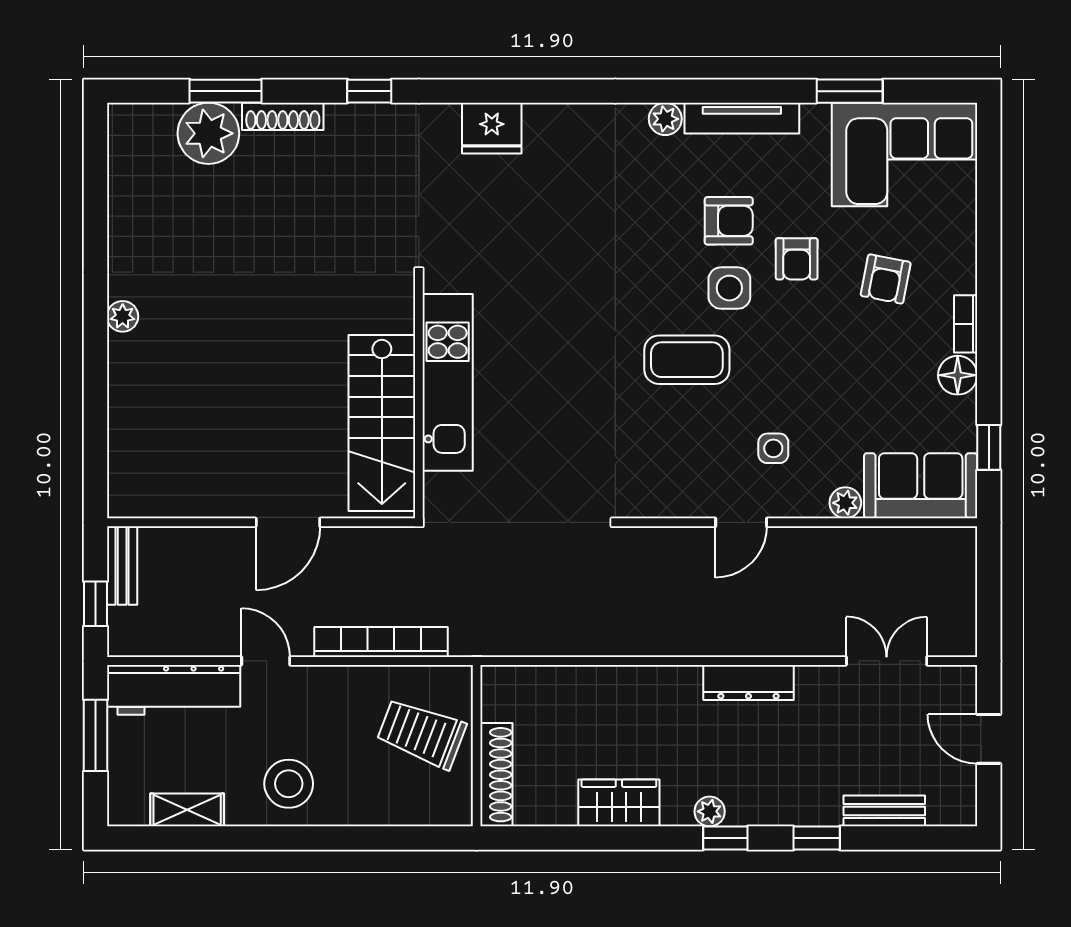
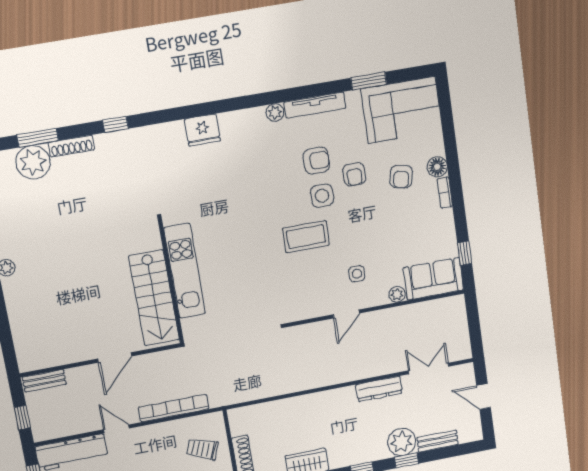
fridge: (492, 128) -> (202, 130), moved
floor lamp: (958, 375) -> (437, 167), moved
bench: (122, 566) -> (44, 381), moved, turned 90
dresser: (748, 682) -> (379, 389), moved
trolley: (421, 733) -> (202, 449), width x0.73, depth x0.72
plant: (710, 811) -> (402, 442), moved, width x1.87, depth x1.87

